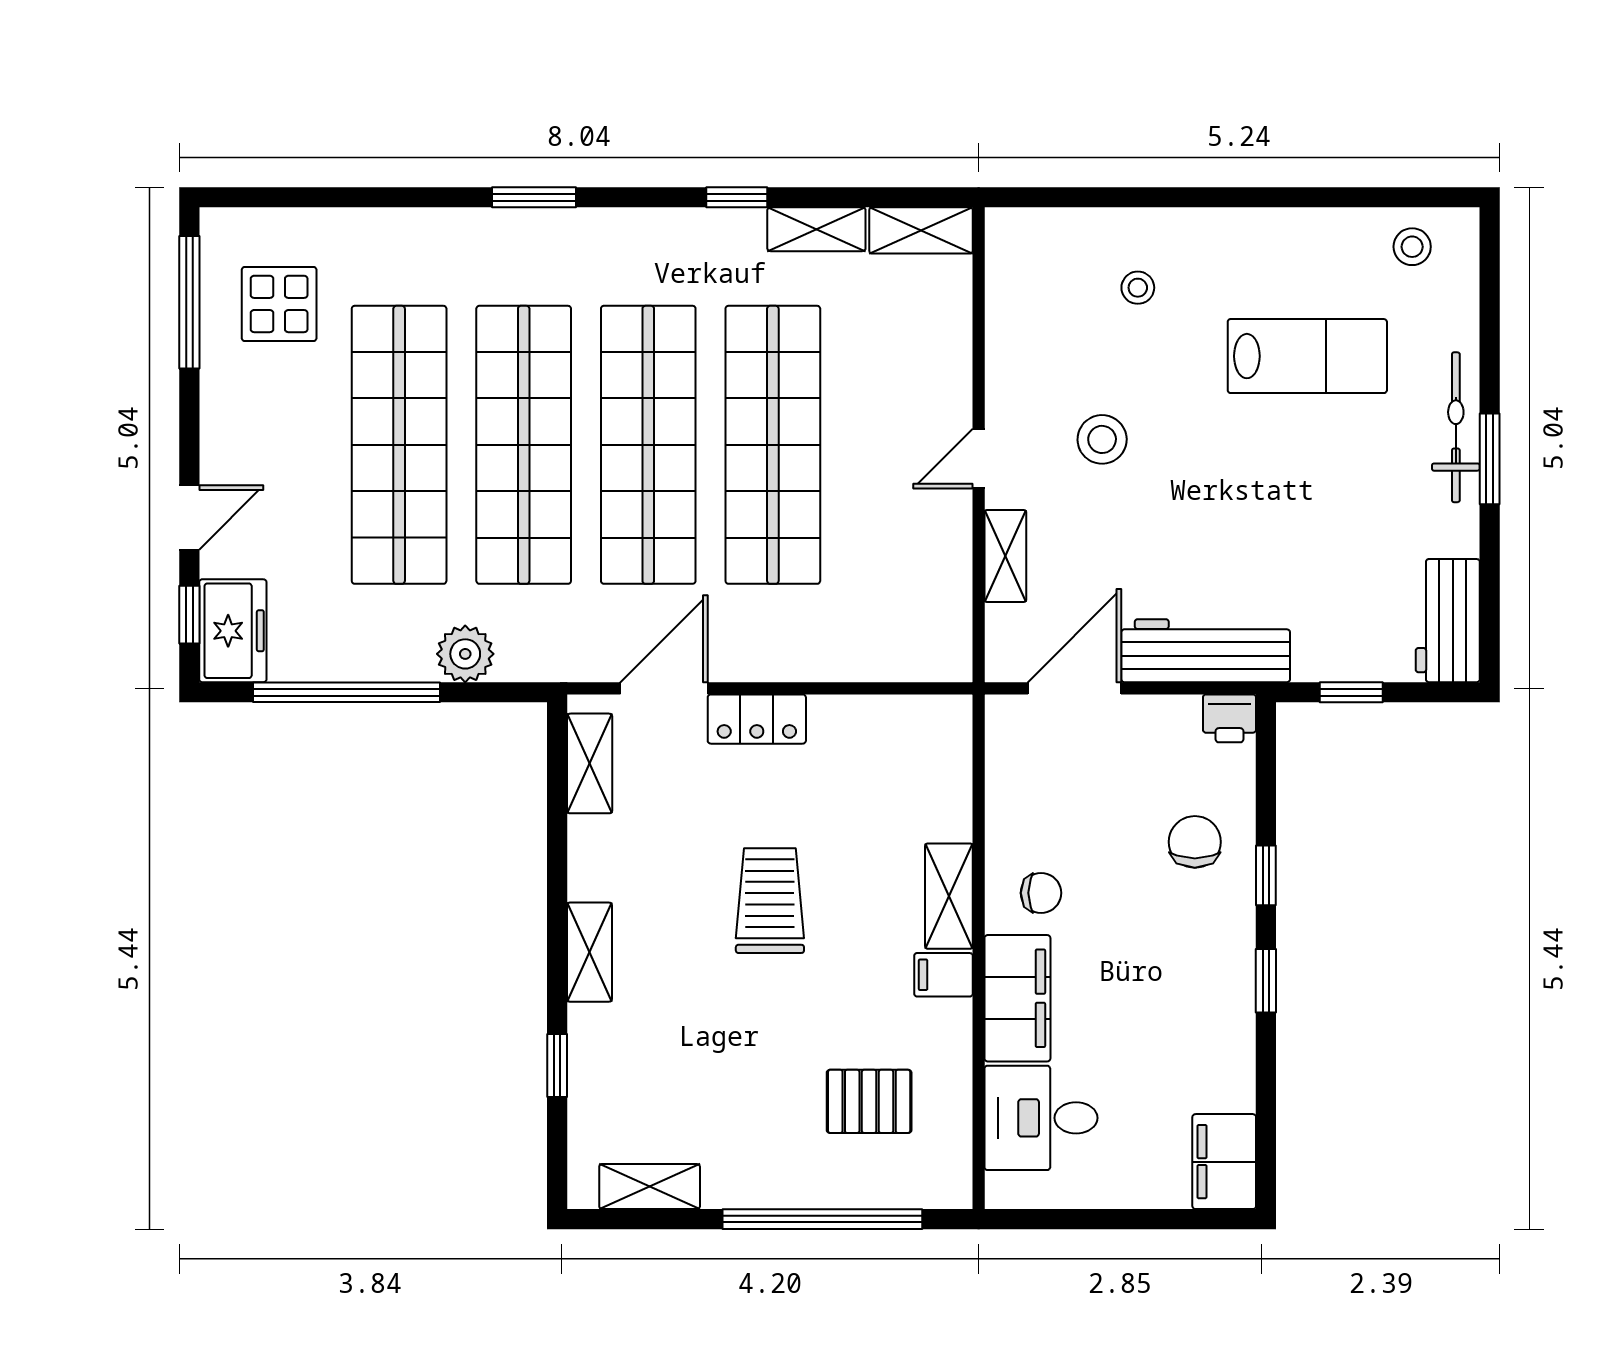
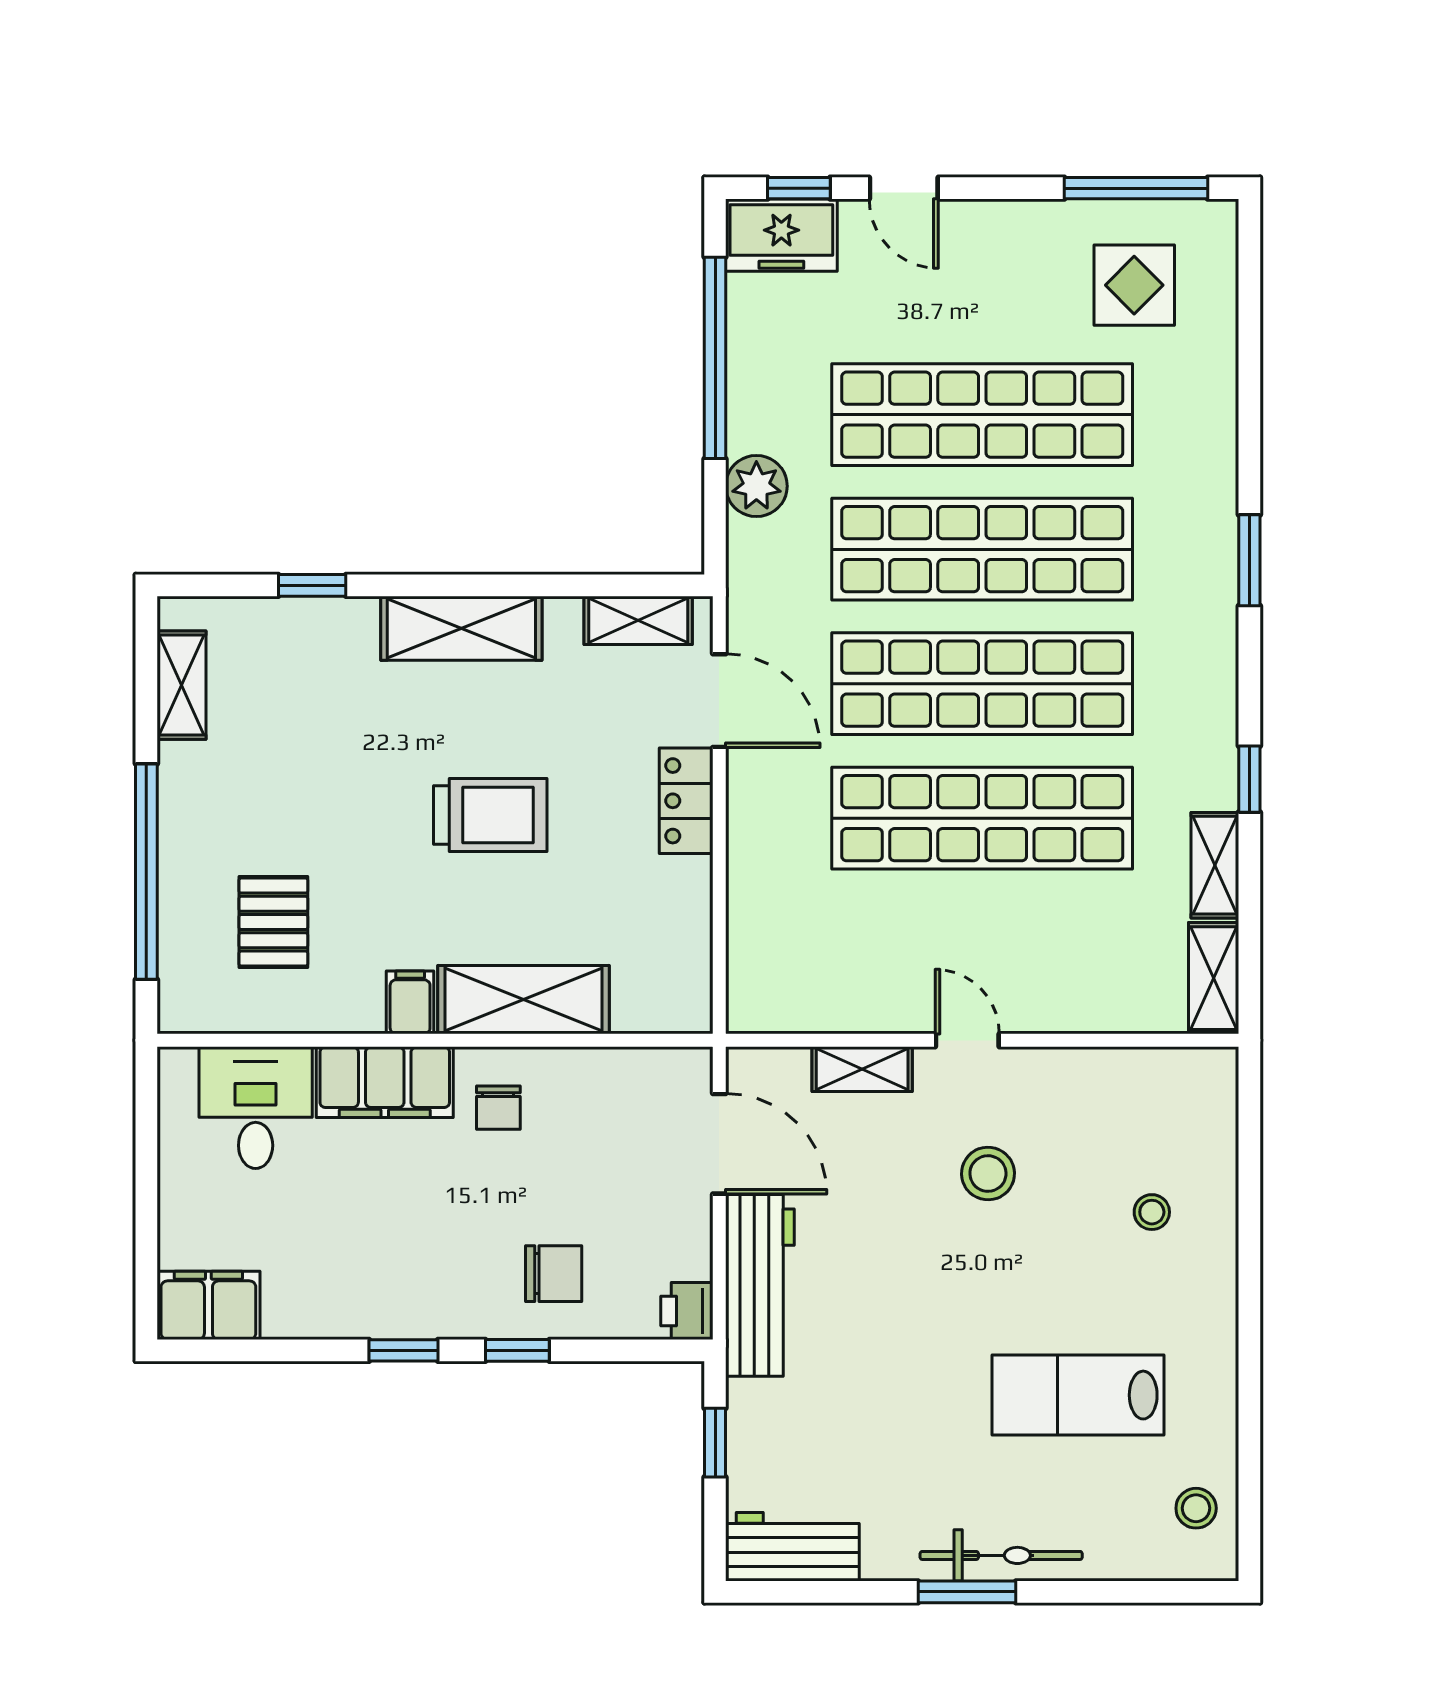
lab bench: (1307, 356) -> (1078, 1395), turned 90
shelving: (949, 896) -> (524, 1000), width x1.50, depth x1.33
shelving: (589, 952) -> (461, 628), width x1.50, depth x1.33

